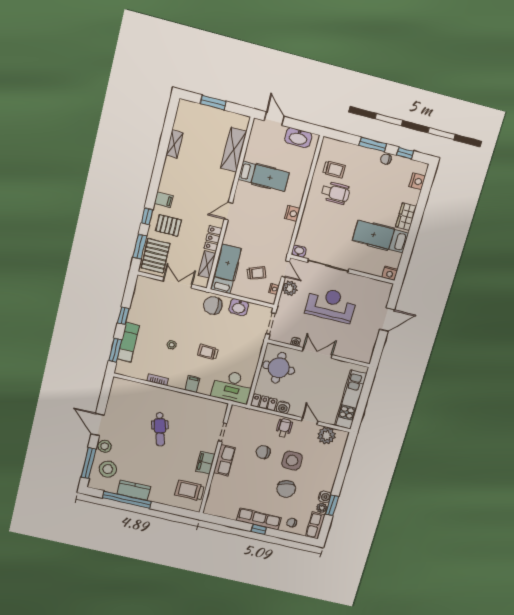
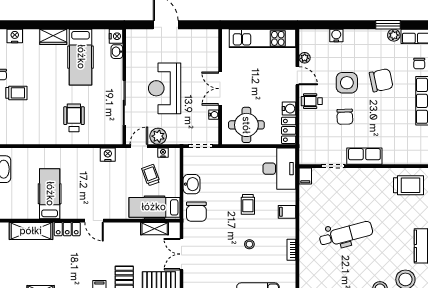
trolley: (334, 169) -> (16, 93), moved, turned 90
wheelchair: (335, 193) -> (74, 118), moved
nightstand: (292, 213) -> (108, 155), moved
locker: (213, 238) -> (67, 229), moved
washbasin: (299, 251) -> (117, 52), moved
door: (310, 421) -> (297, 76), swing flipped
dental chair: (160, 429) -> (346, 234), width x1.36, depth x1.38
plant: (327, 436) -> (305, 58), width x0.53, depth x0.53
filing cabinet: (205, 463) -> (305, 176), moved, width x0.50
trolley: (190, 490) -> (408, 185), turned -90
water cooler: (325, 497) -> (336, 36), moved

